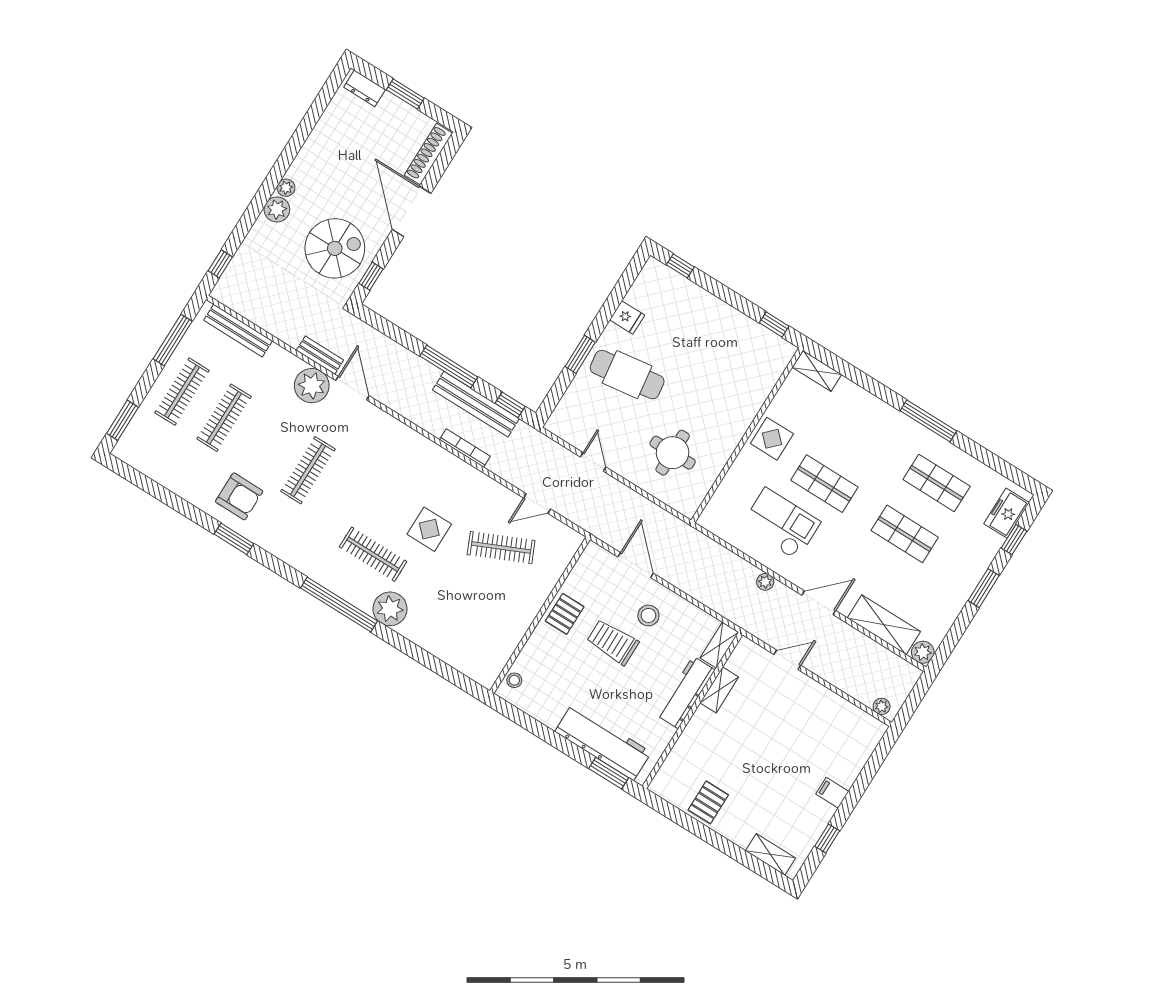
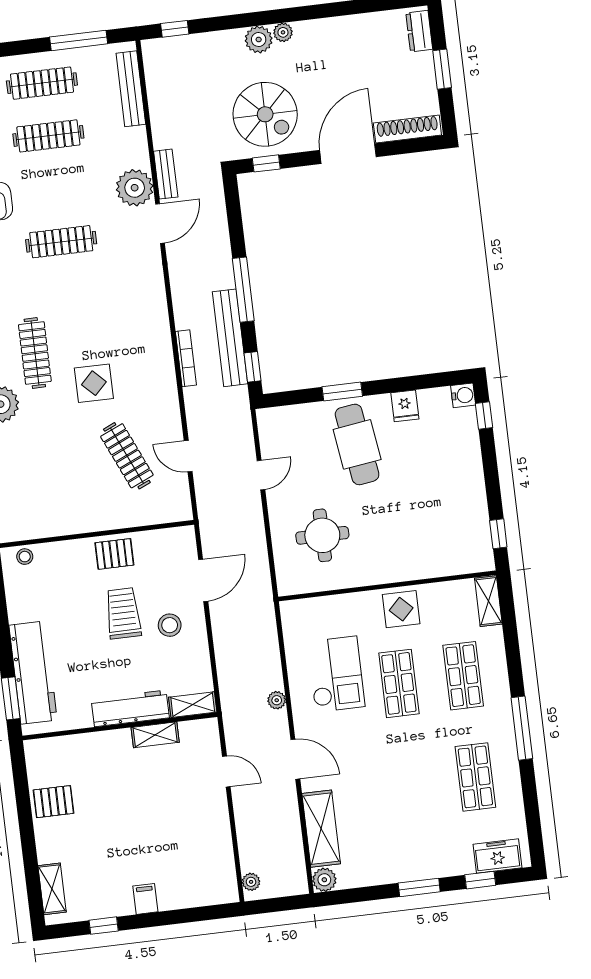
water cooler: (654, 269) -> (463, 395), added
shop shelf: (905, 534) -> (463, 676), moved

